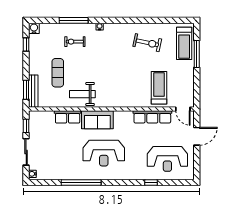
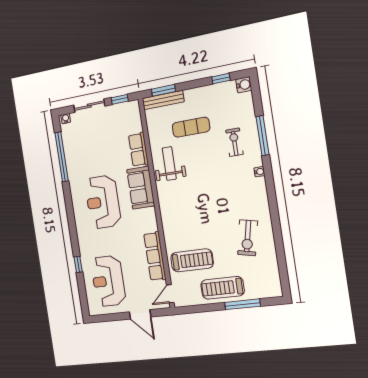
treadmill: (184, 43) -> (222, 288), moved
window: (81, 183) -> (62, 157), moved

